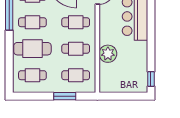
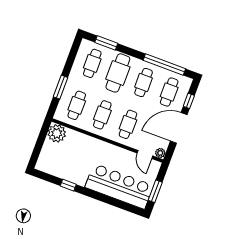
plant: (108, 54) -> (57, 133), moved
window: (9, 69) -> (106, 43), added
window: (151, 79) -> (68, 185), moved

